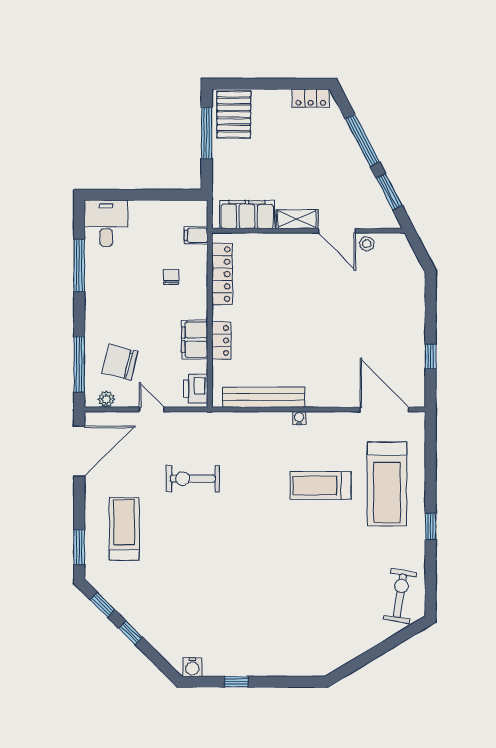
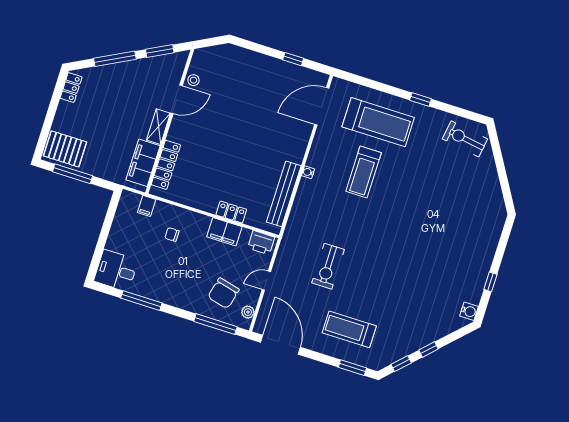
locker: (222, 274) -> (166, 165), moved, turned 90

